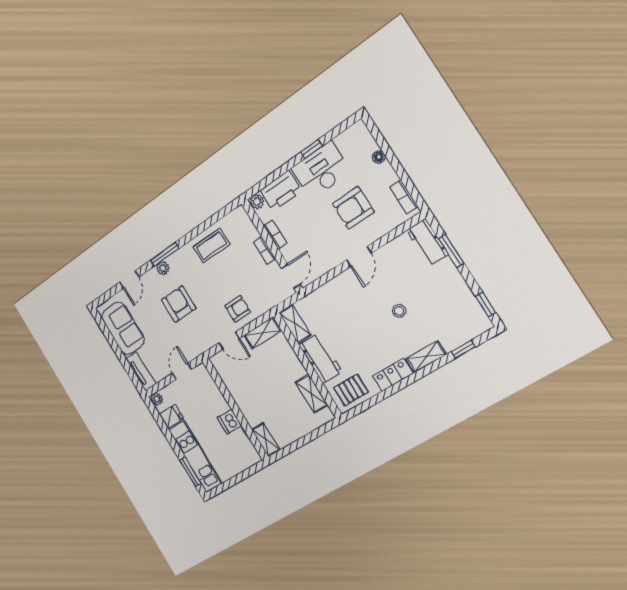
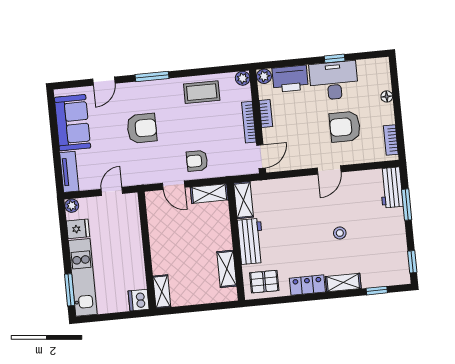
bookcase: (264, 250) -> (249, 122), width x1.56
plant: (163, 268) -> (243, 78), moved
armchair: (179, 304) -> (142, 128), turned 90
armchair: (238, 309) -> (197, 161), turned 180
dishwasher: (229, 422) -> (139, 300), moved

